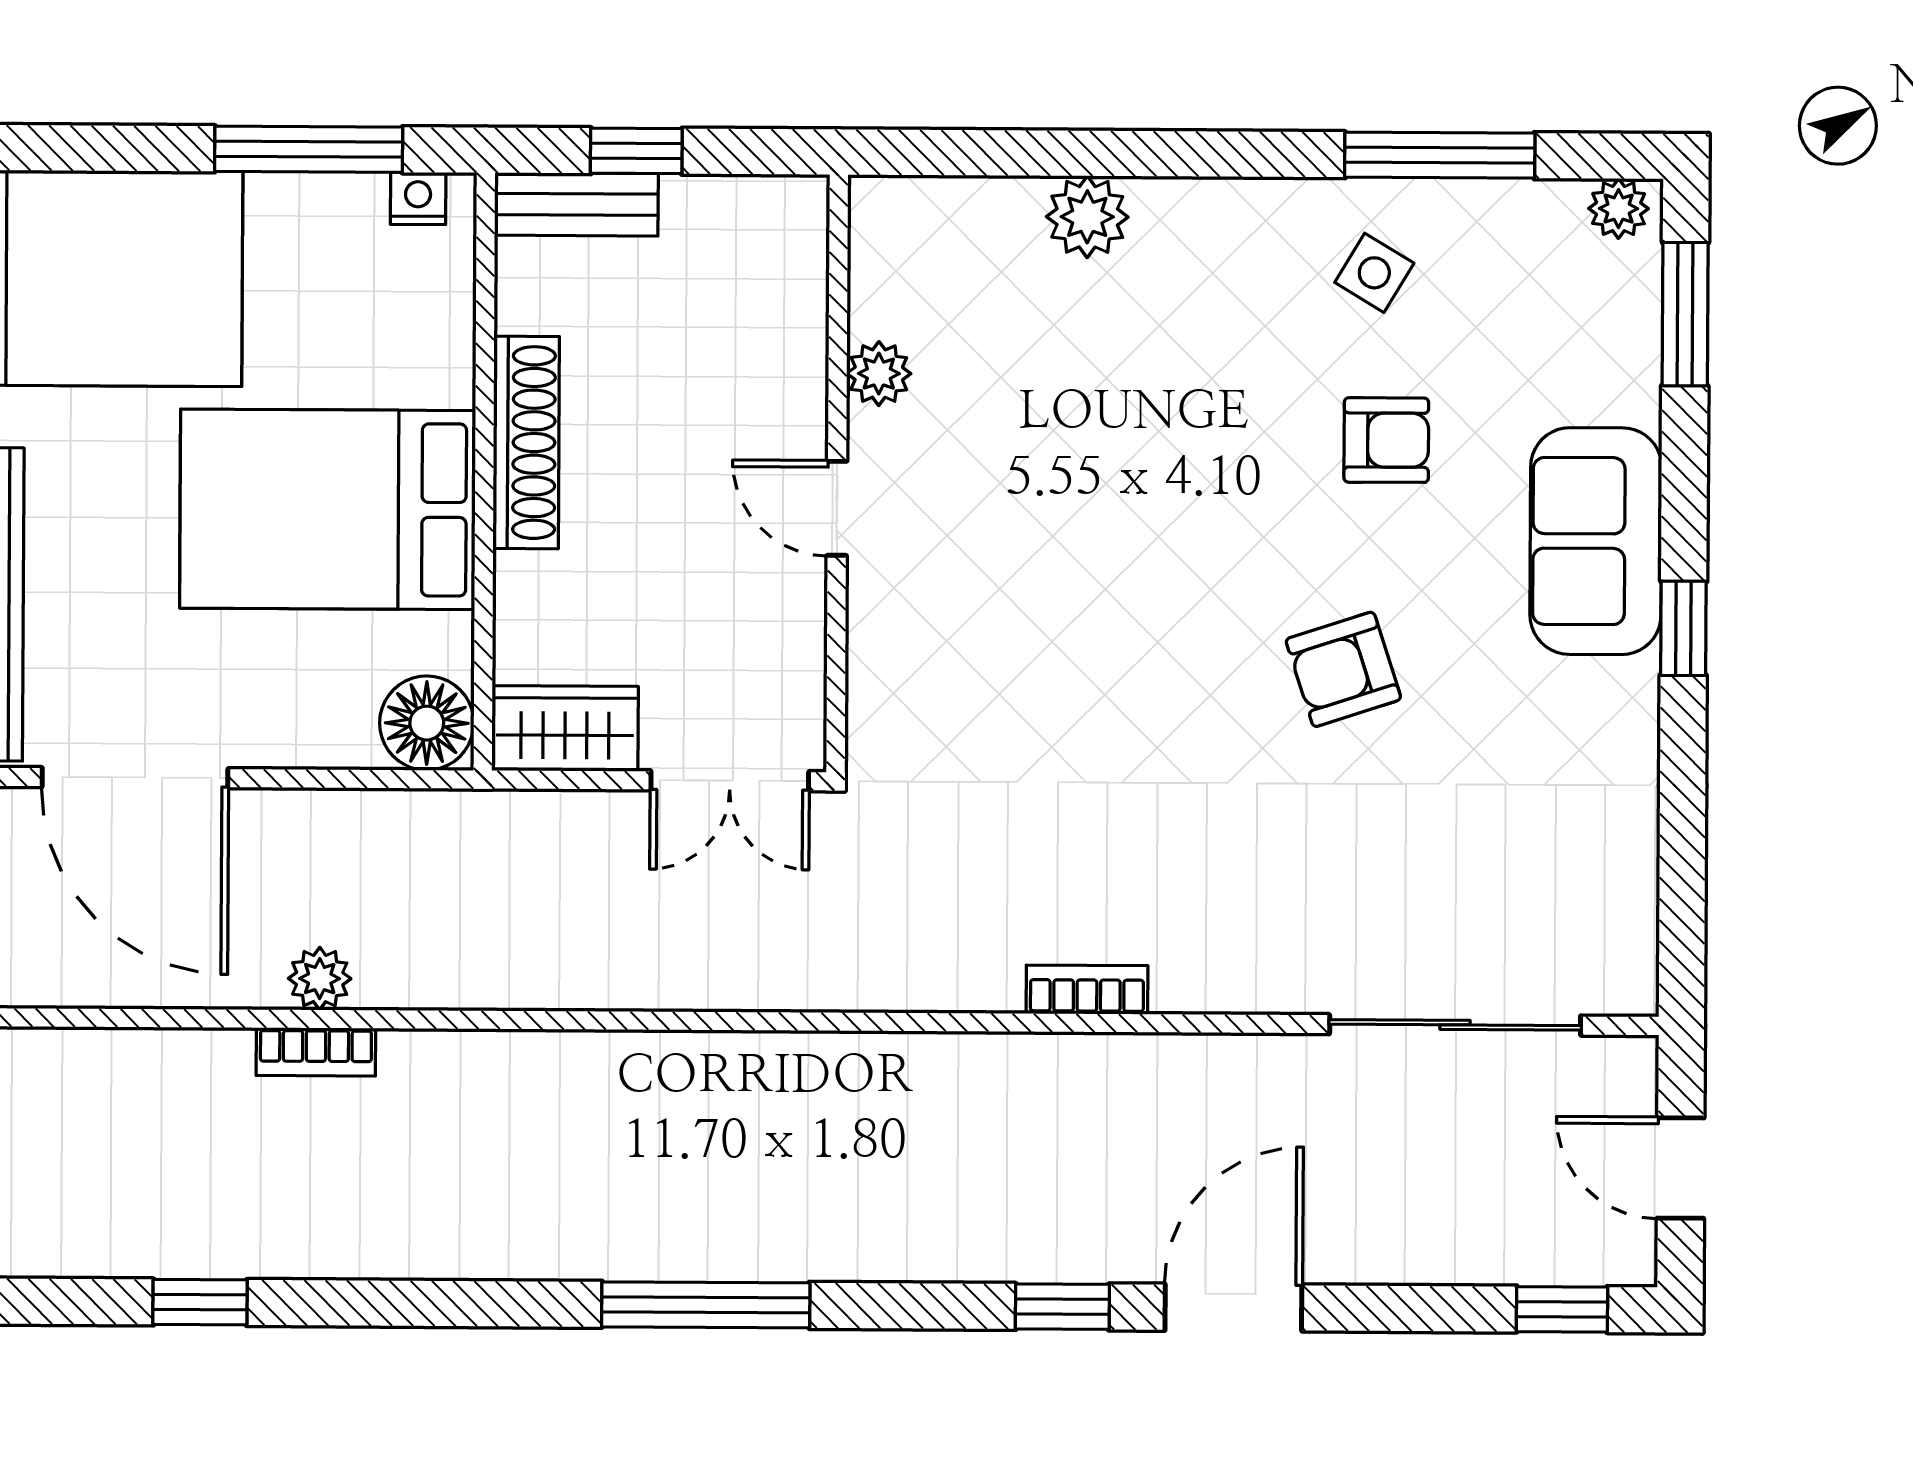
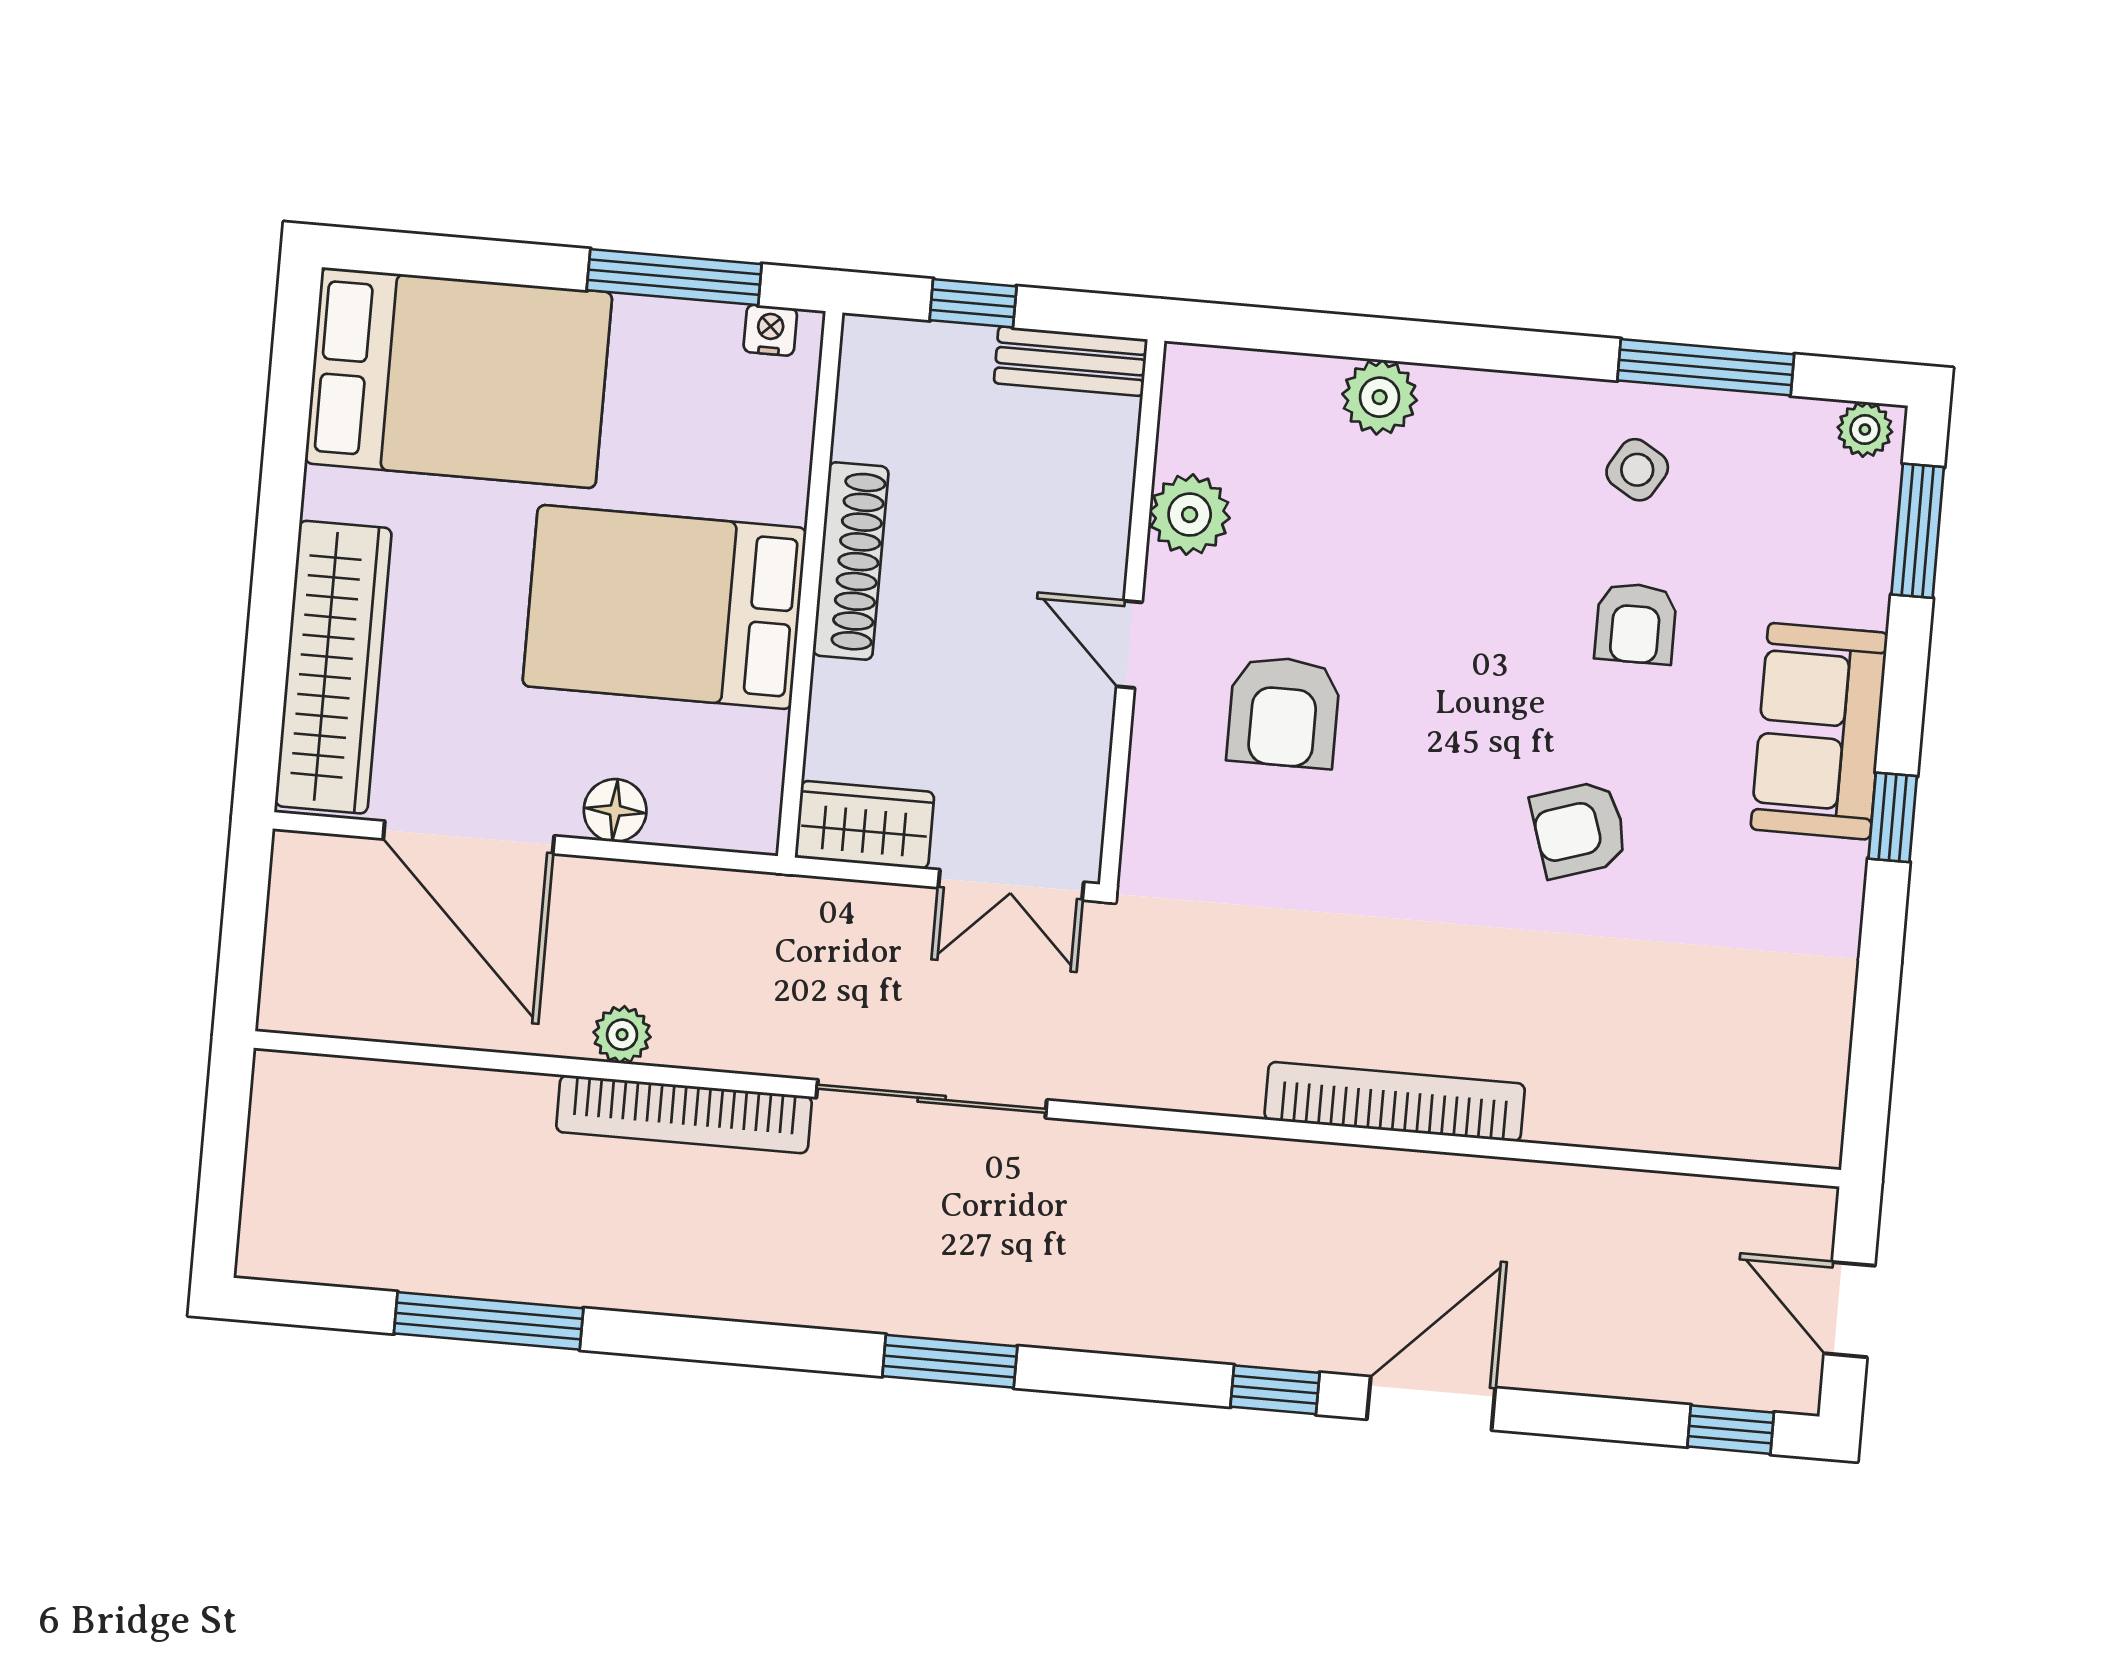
bench: (576, 204) -> (1071, 361), moved
plant: (879, 374) -> (1190, 515), width x1.38, depth x1.38
armchair: (1386, 440) -> (1636, 623), turned 90
armchair: (1011, 568) -> (1283, 712), added
floor lamp: (427, 723) -> (615, 810), moved, width x0.73, depth x0.73
bookcase: (1087, 990) -> (1395, 1102), width x2.31, depth x1.31
sliding door: (1455, 1025) -> (932, 1099), moved
bookcase: (316, 1052) -> (684, 1114), width x2.31, depth x1.31
window: (200, 1302) -> (489, 1321), width x2.17
window: (706, 1305) -> (950, 1361), width x0.69

